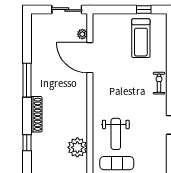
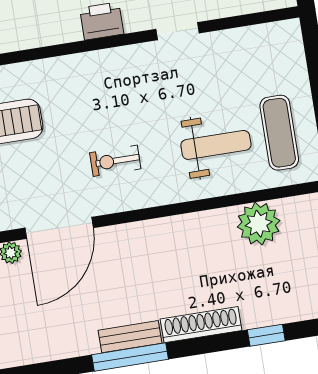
bench: (36, 82) -> (130, 337), added
exercise bike: (159, 83) -> (115, 161), moved

